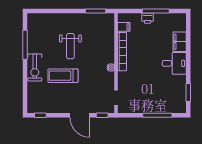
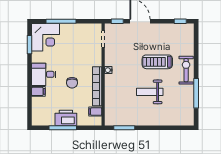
printer: (148, 18) -> (66, 118), width x1.87, depth x1.48
filing cabinet: (180, 42) -> (38, 91), width x0.50
weight bench: (70, 46) -> (150, 92), turned -90
chair: (147, 55) -> (72, 83), added
treadmill: (63, 76) -> (157, 62), turned 180
corner desk: (173, 100) -> (45, 37), added

